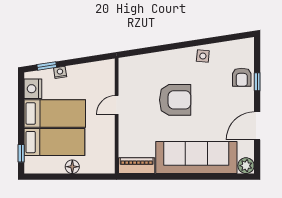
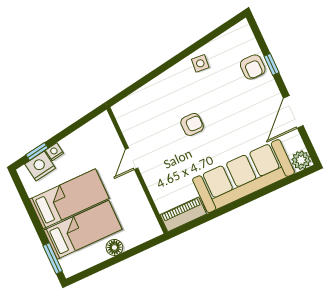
nightstand: (33, 89) -> (40, 166), moved, turned 81
armchair: (175, 100) -> (192, 124), width x0.53, depth x0.53
window: (21, 153) -> (53, 258), width x1.50

